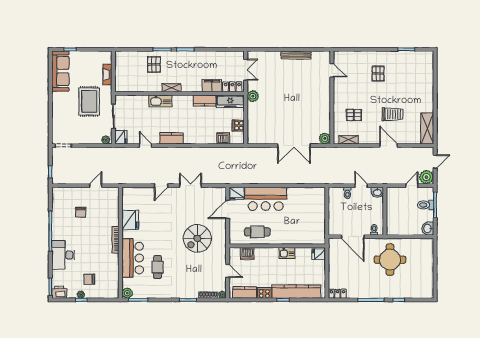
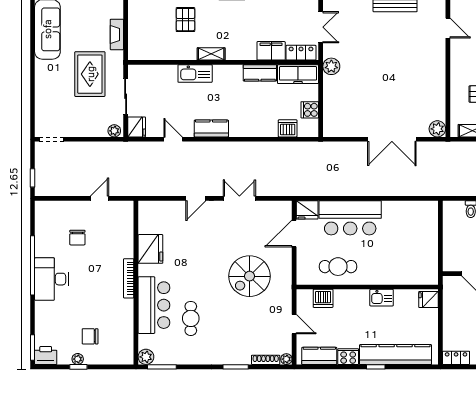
desk: (63, 255) -> (51, 279), moved

